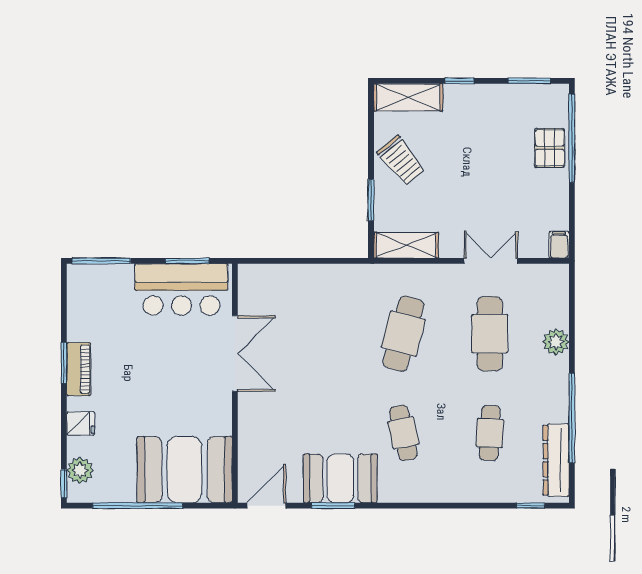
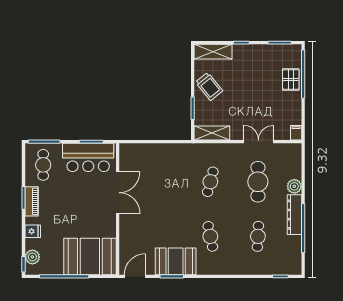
cafe table: (100, 303) -> (43, 165), added
cafe table: (403, 334) -> (210, 182), width x0.73, depth x0.74
dresser: (556, 460) -> (294, 215), moved

